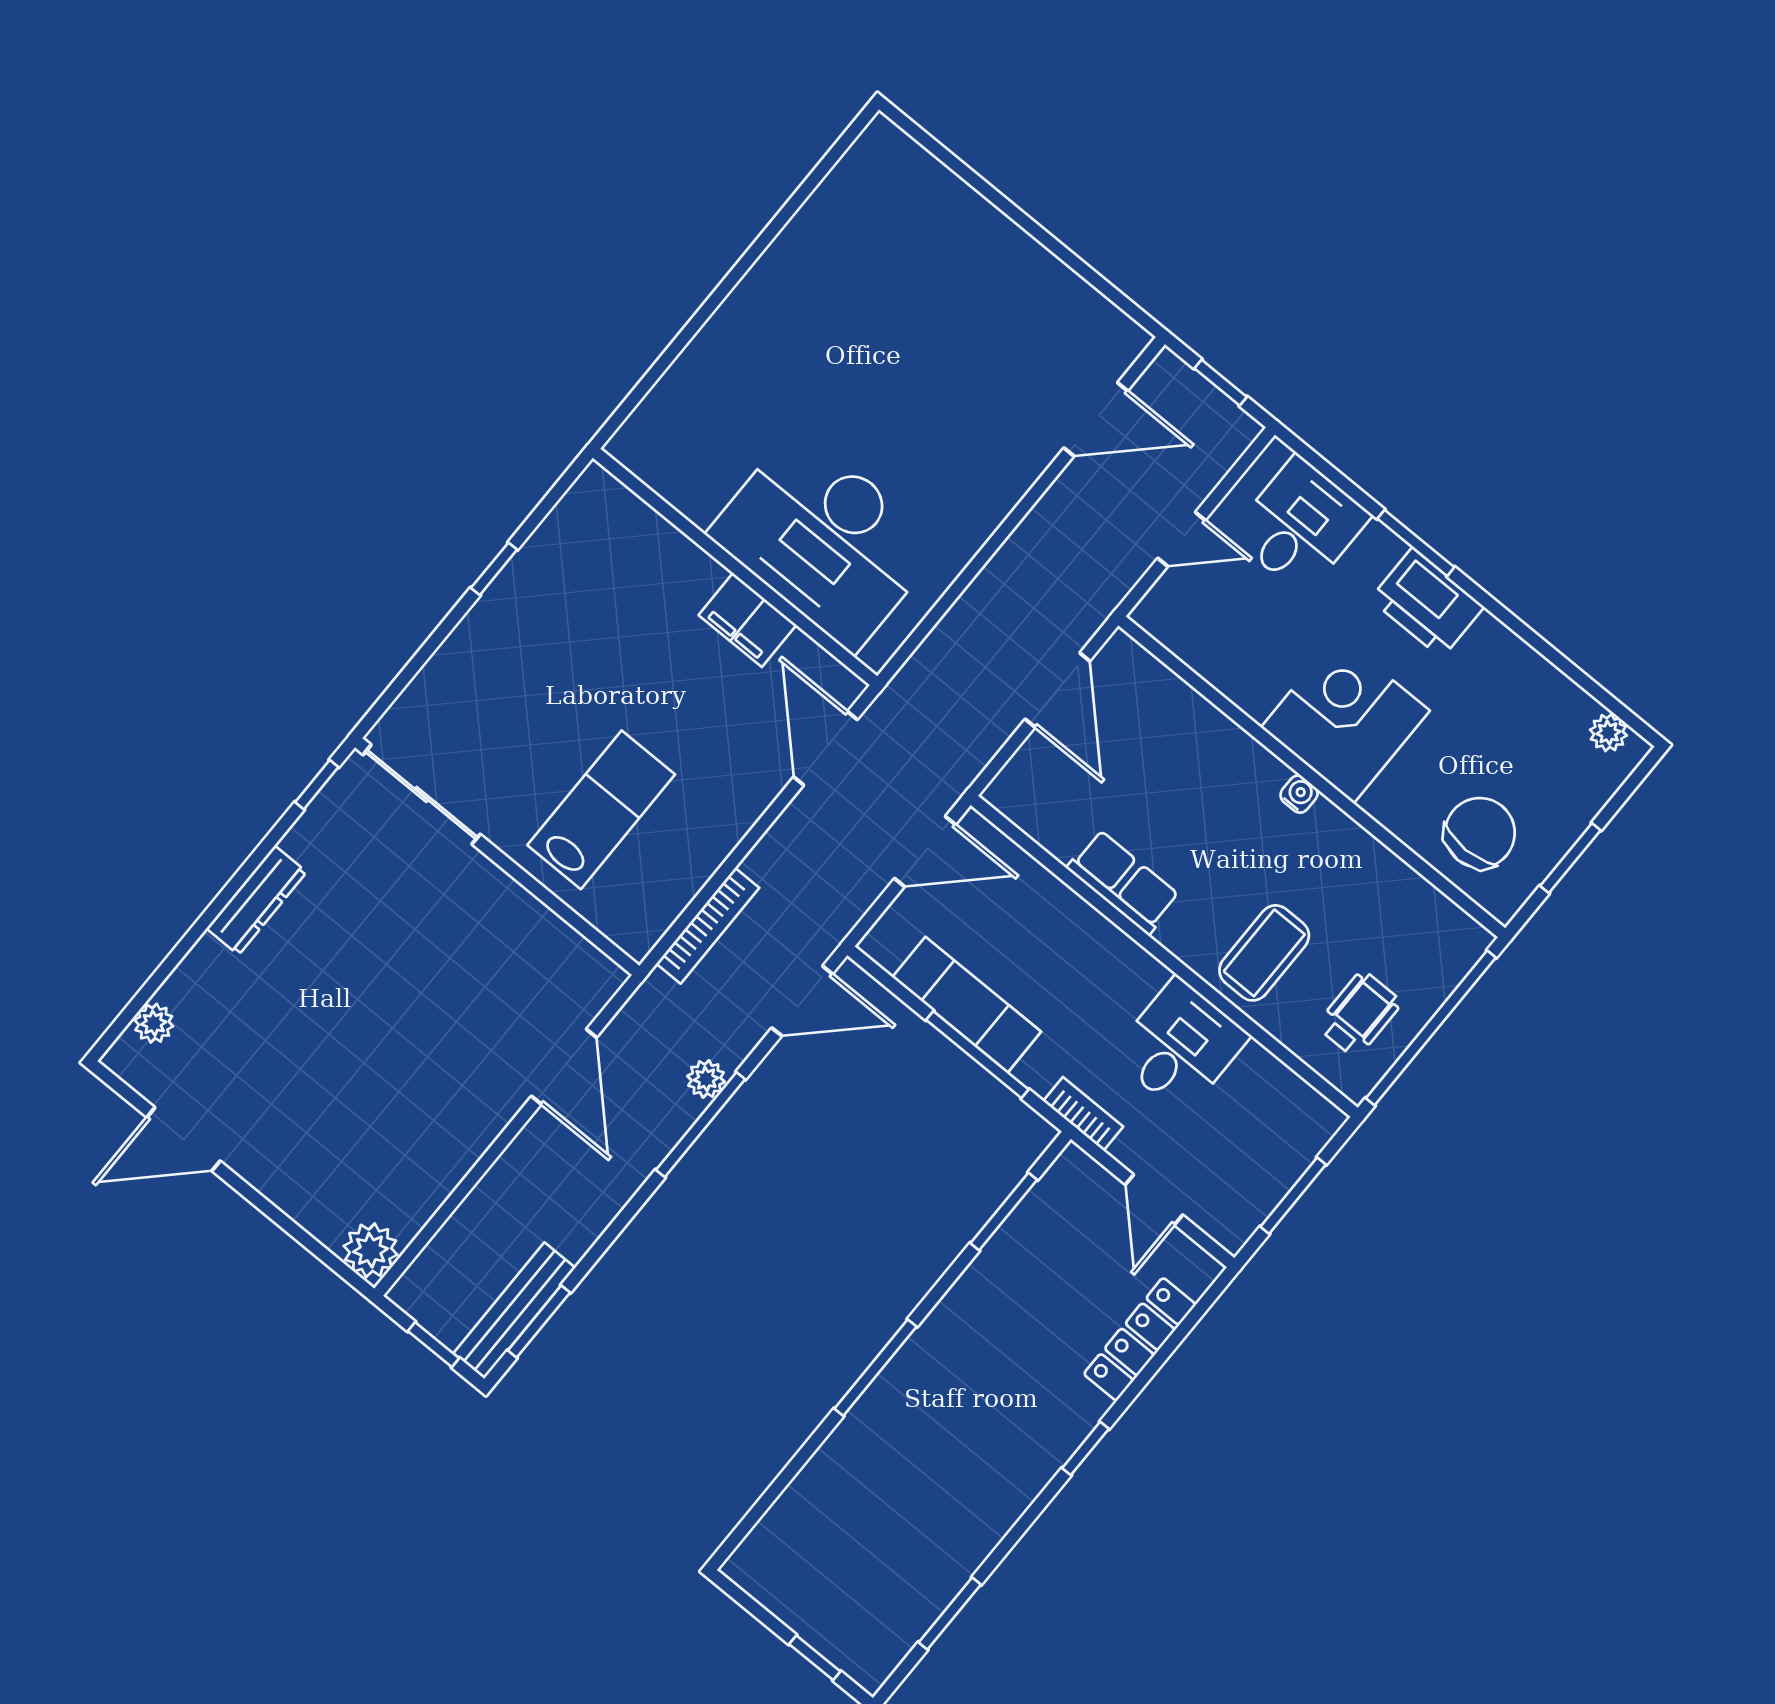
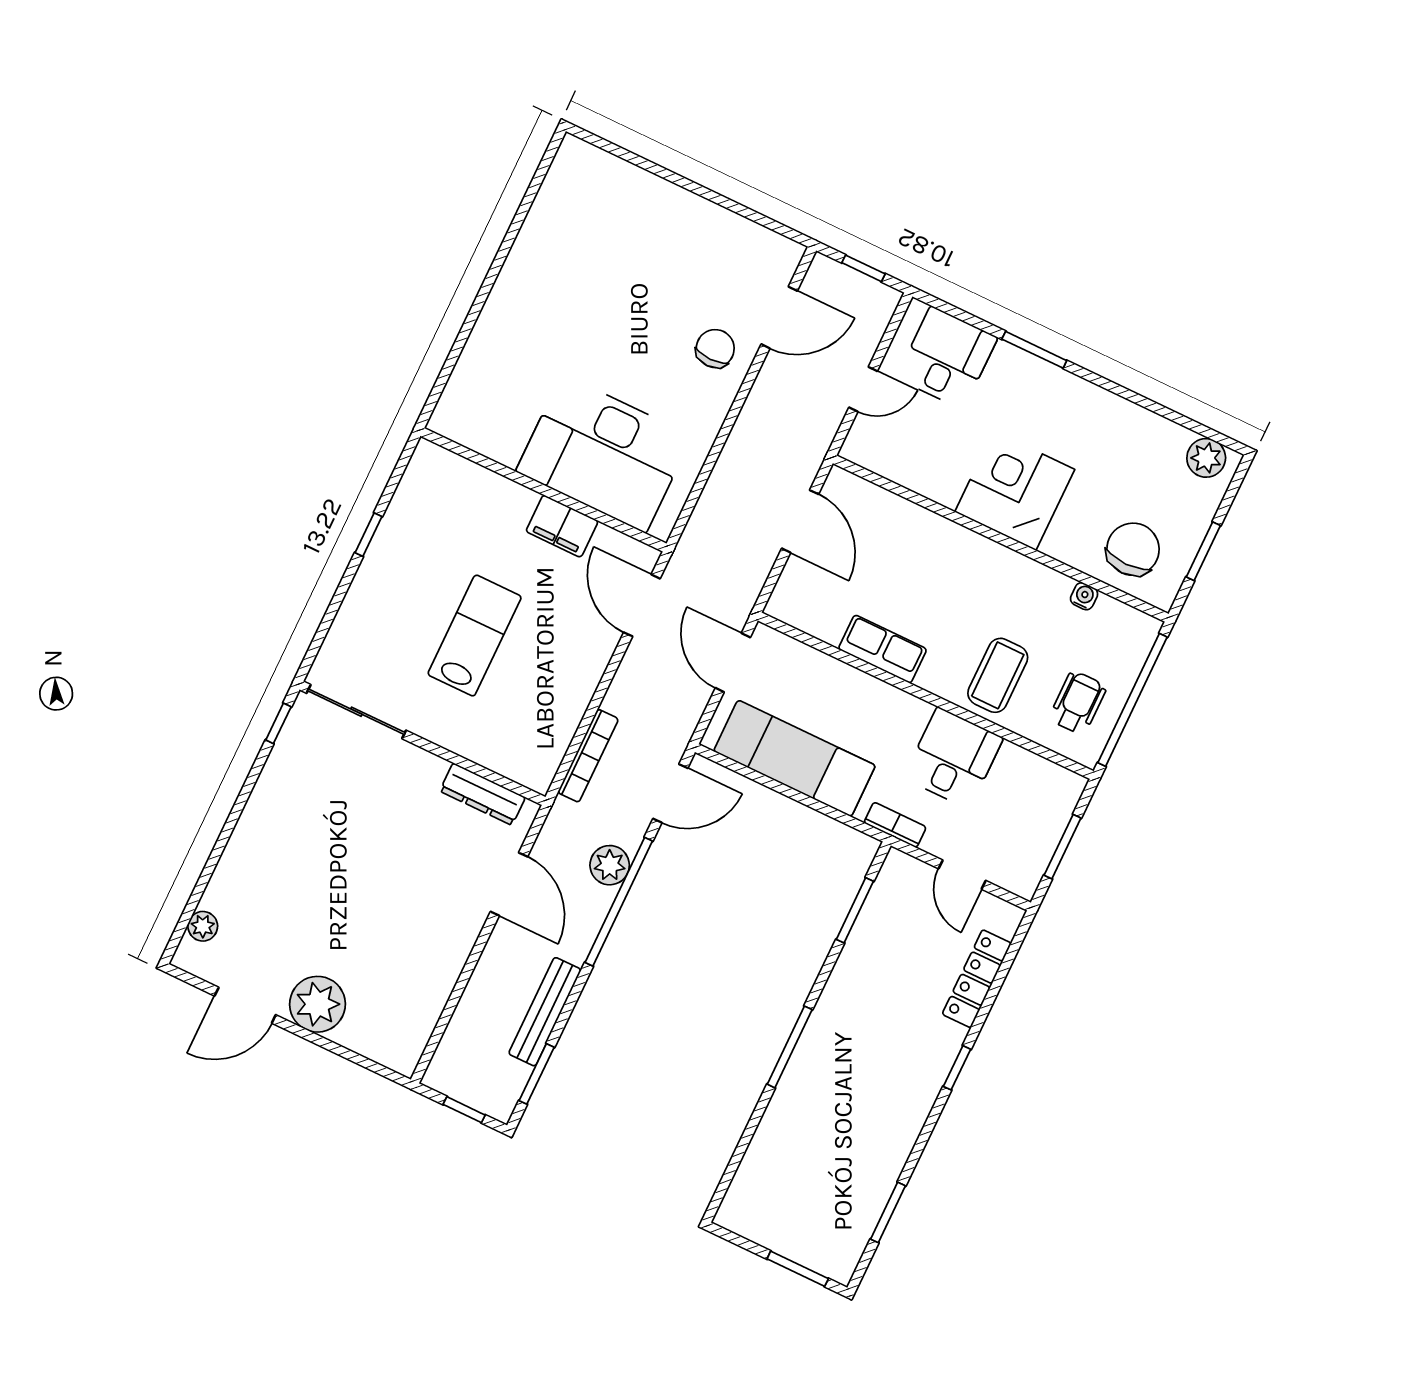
chair: (1003, 439) -> (715, 349), added
printer: (1427, 603) -> (1053, 392), removed
plant: (1608, 733) -> (1206, 458), width x1.38, depth x1.38
water cooler: (1299, 794) -> (1084, 596), moved
lab bench: (601, 810) -> (475, 636), moved
door: (925, 851) -> (733, 663), swing flipped
dresser: (256, 900) -> (483, 794), moved, turned 90
exam couch: (967, 1004) -> (795, 758), width x1.36, depth x1.45
window: (977, 1055) -> (807, 801), removed
plant: (706, 1079) -> (610, 865), width x1.38, depth x1.38
window: (701, 1125) -> (619, 902), width x1.46
plant: (371, 1250) -> (317, 1004), moved, width x1.36, depth x1.36
bench: (514, 1311) -> (545, 1012), moved
window: (815, 1658) -> (798, 1269), width x1.50

